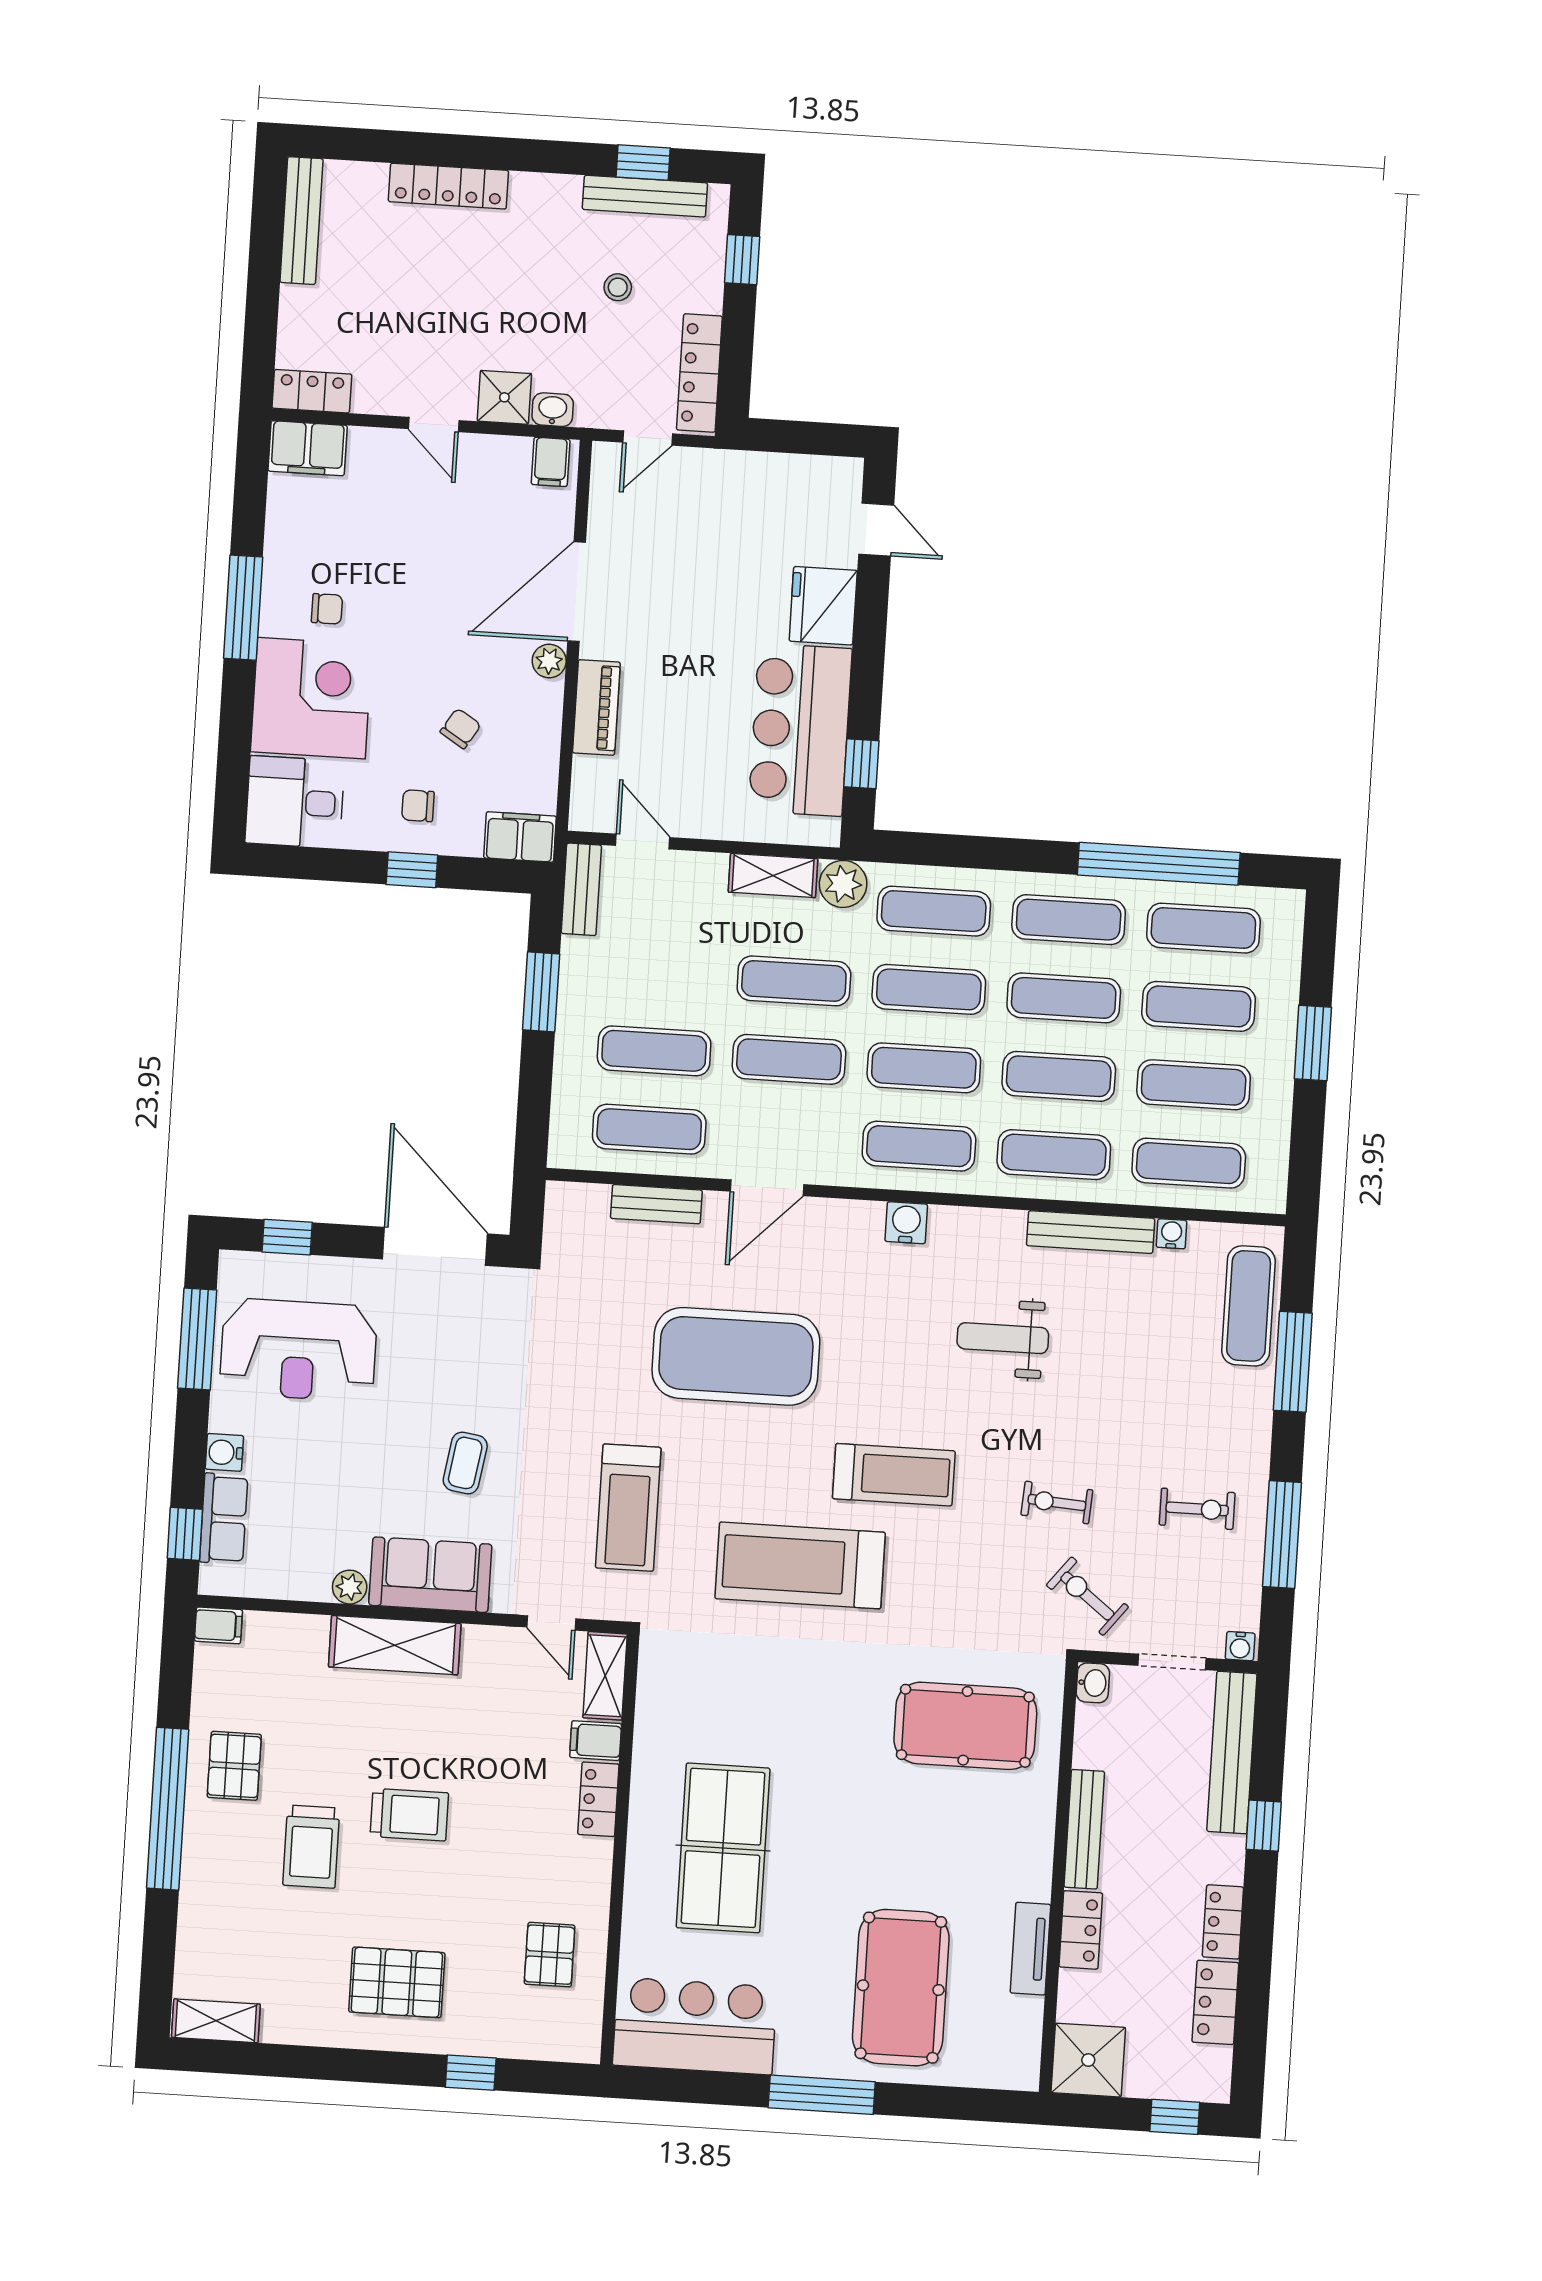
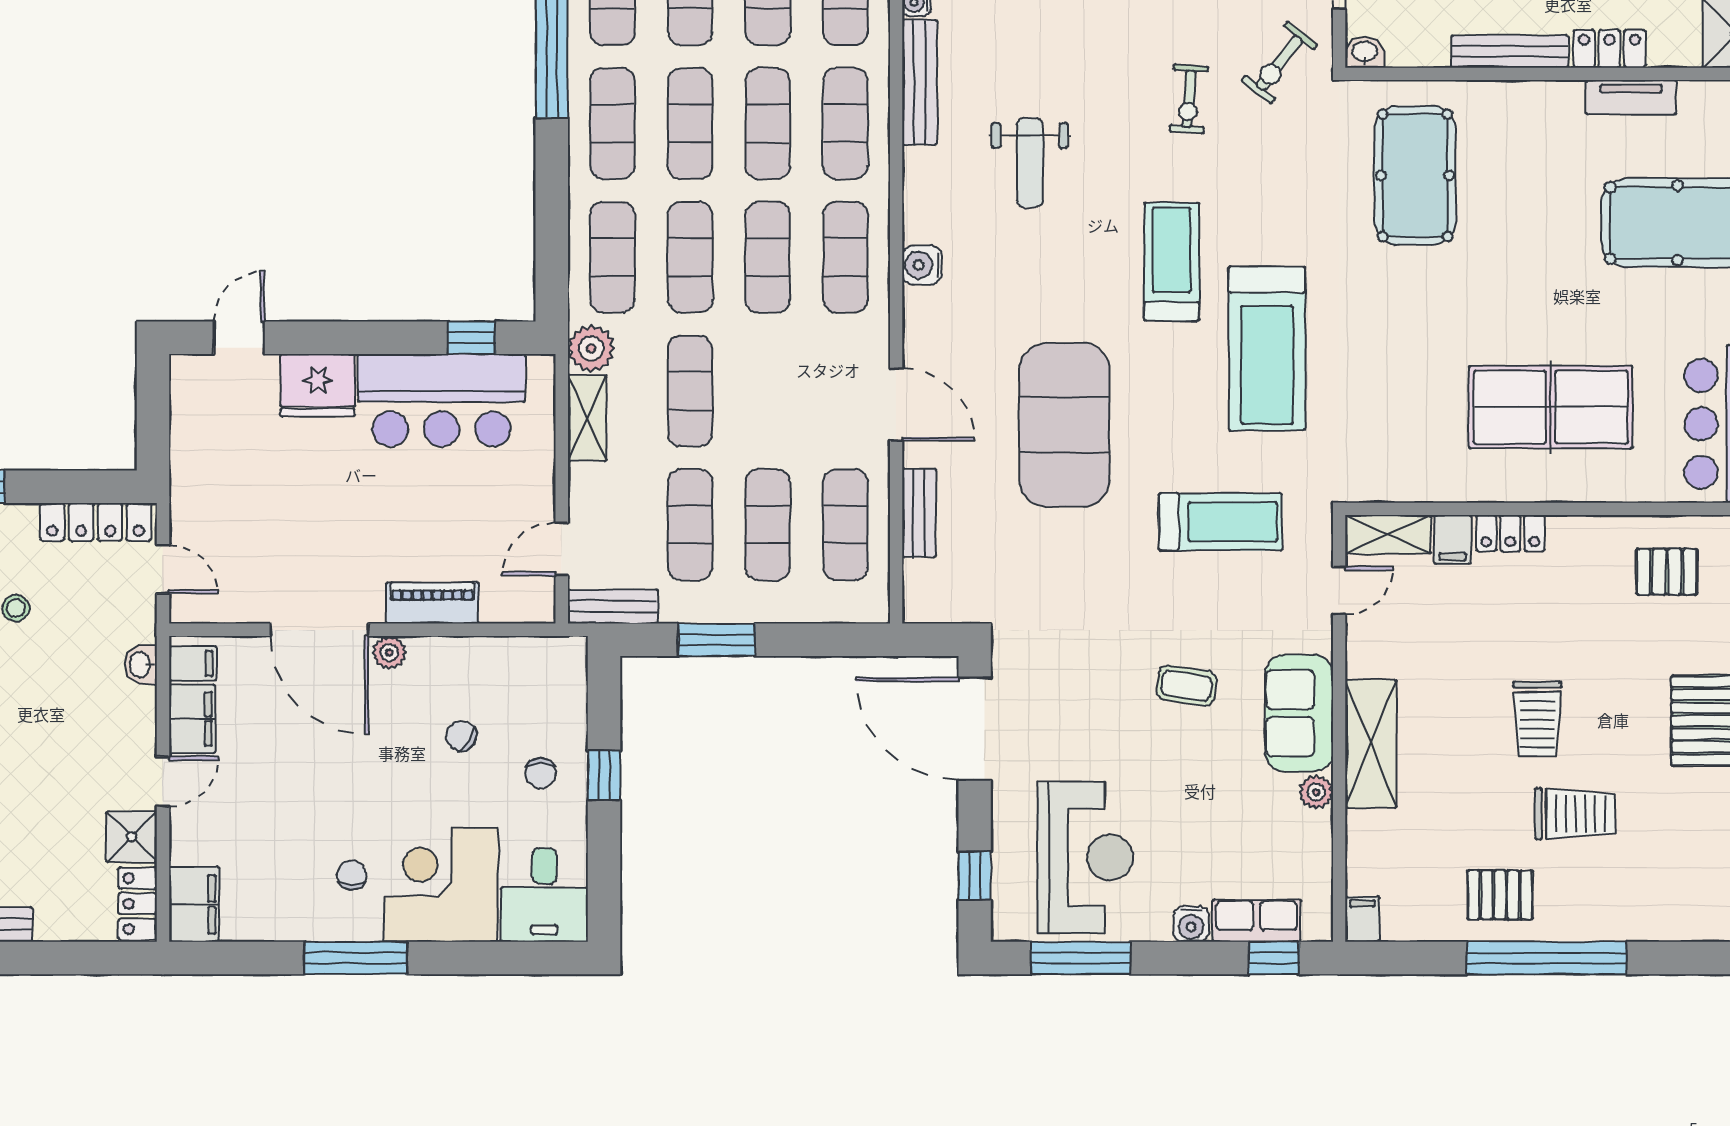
shower: (504, 397) -> (132, 837), moved
filing cabinet: (520, 837) -> (192, 719), moved, turned 180
exercise mat: (789, 1059) -> (690, 525), moved
door: (435, 1246) -> (975, 729), hinge flipped
trolley: (409, 1815) -> (1537, 719), turned 180

